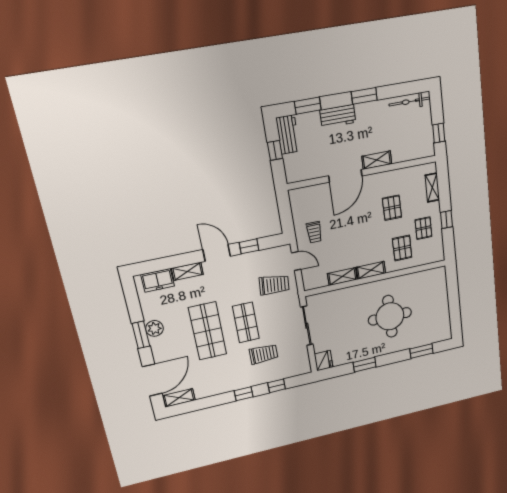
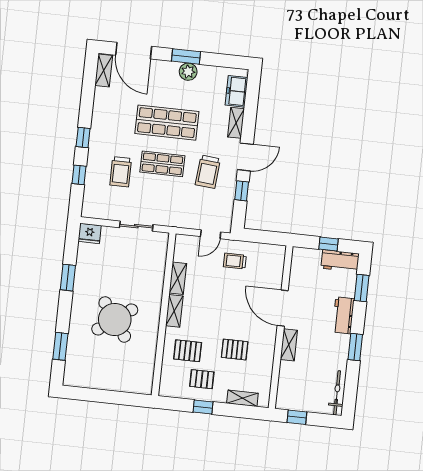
trolley: (274, 285) -> (208, 172), moved
round table: (390, 316) -> (115, 319), turned -36
sliding door: (307, 326) -> (136, 226), width x0.73

